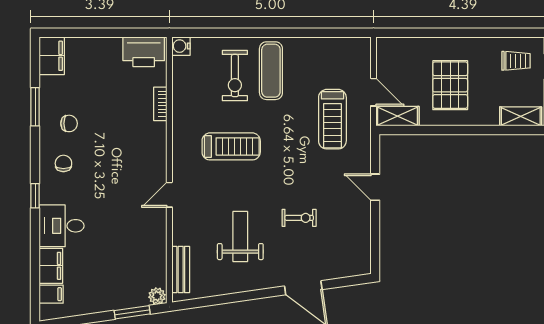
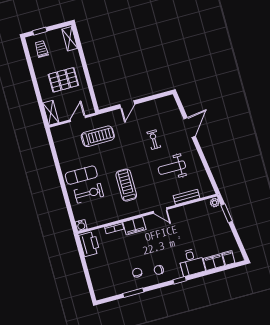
filing cabinet: (52, 56) -> (134, 226), moved, turned 180
shelving: (398, 116) -> (51, 113), moved
bench: (181, 270) -> (186, 197), moved

